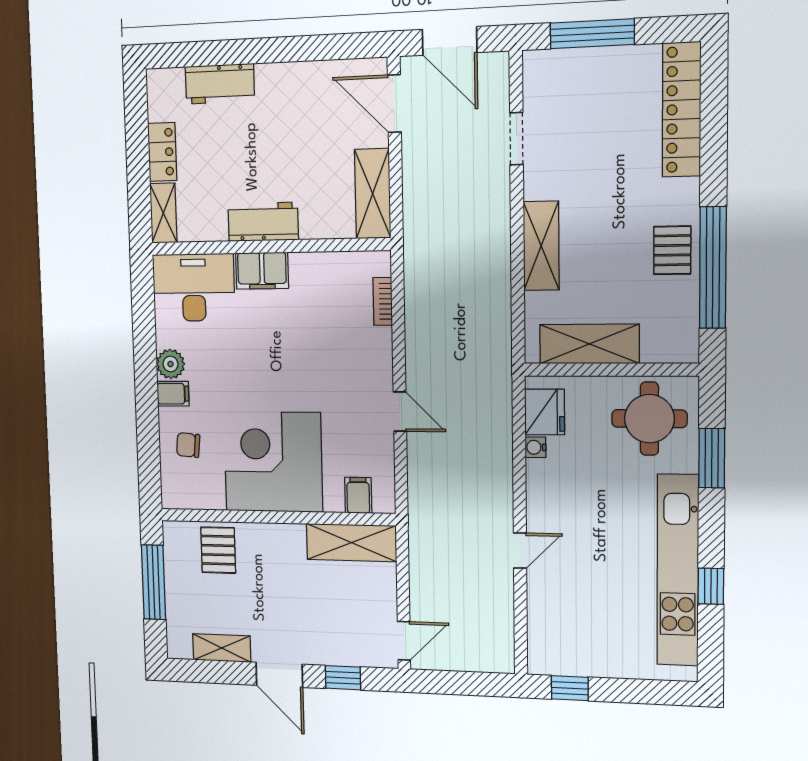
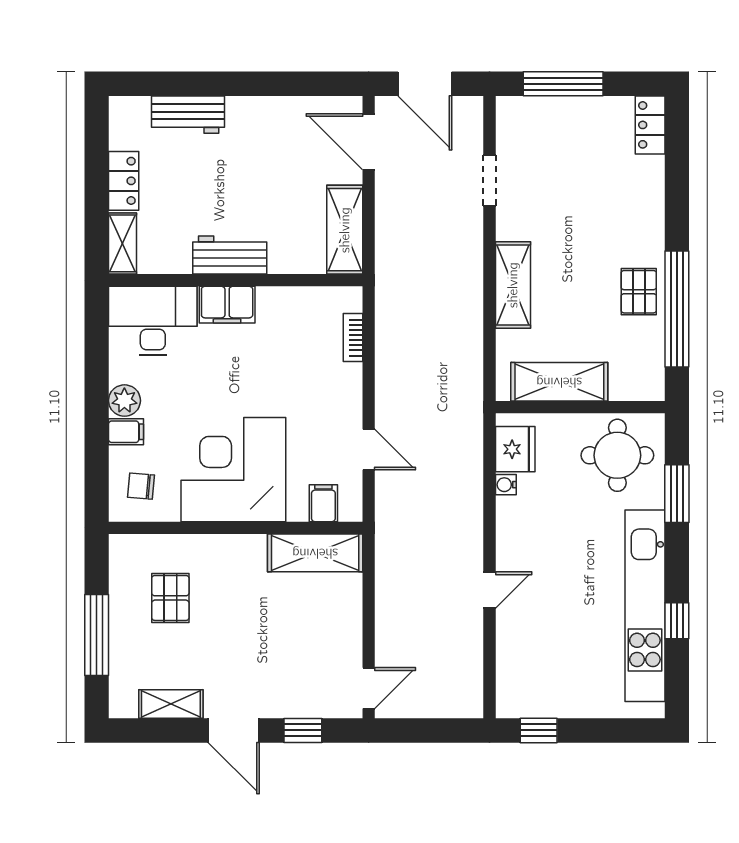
locker: (682, 110) -> (650, 125), width x0.46, depth x0.83
corner desk: (273, 462) -> (233, 470), moved
filing cabinet: (358, 495) -> (323, 503), moved
wall: (277, 517) -> (236, 528), moved
shelving: (351, 543) -> (315, 553), moved

